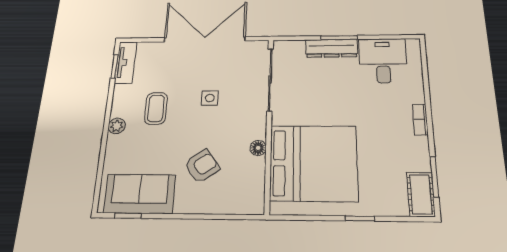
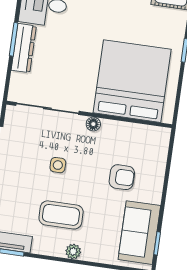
coffee table: (156, 108) -> (61, 215), width x1.36, depth x1.30
floor lamp: (258, 148) -> (93, 124), moved
armchair: (202, 166) -> (122, 177), turned 125

